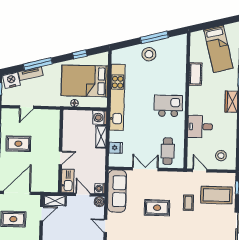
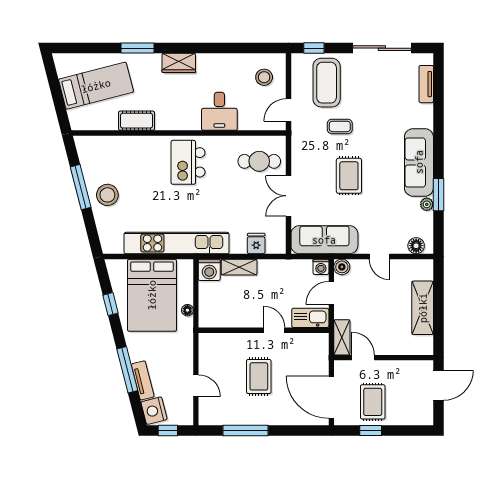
rug: (18, 144) -> (259, 376), moved
door: (105, 226) -> (379, 256), hinge flipped

